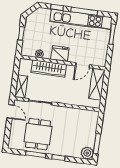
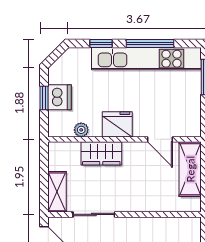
dishwasher: (30, 34) -> (60, 97), added
door: (82, 65) -> (160, 139), hinge flipped
wardrobe: (49, 69) -> (101, 153), width x0.67

